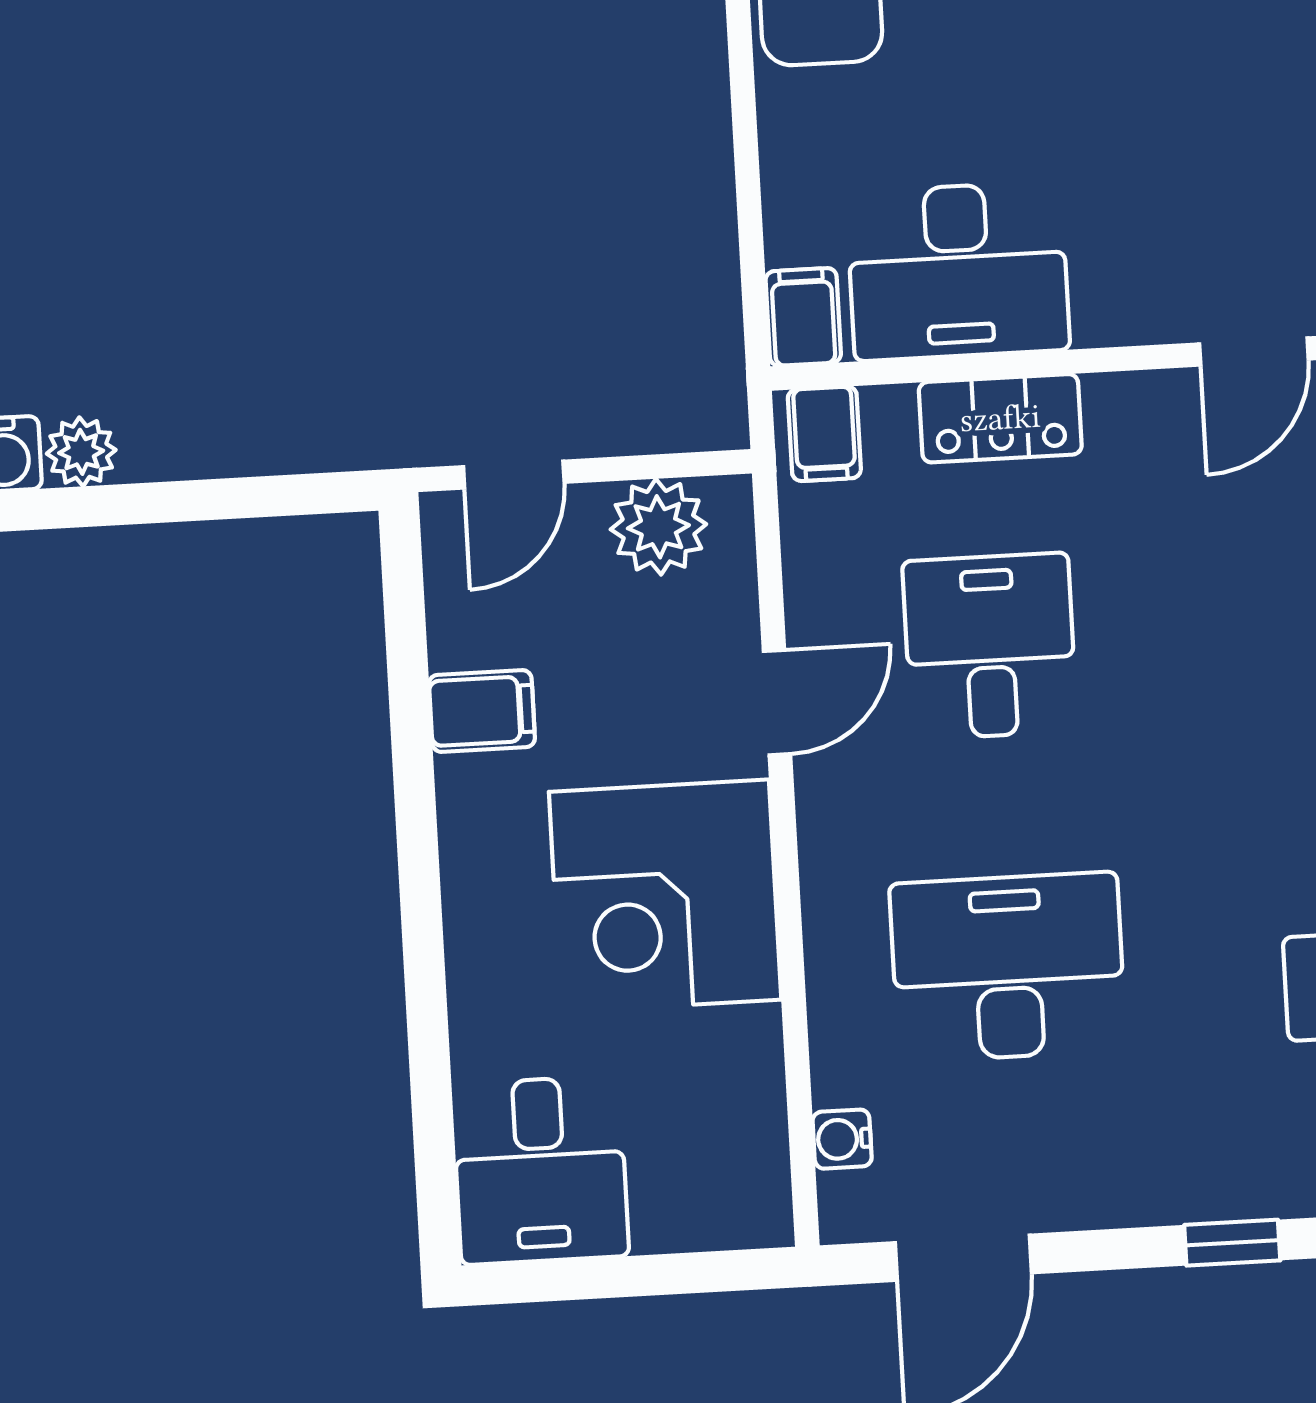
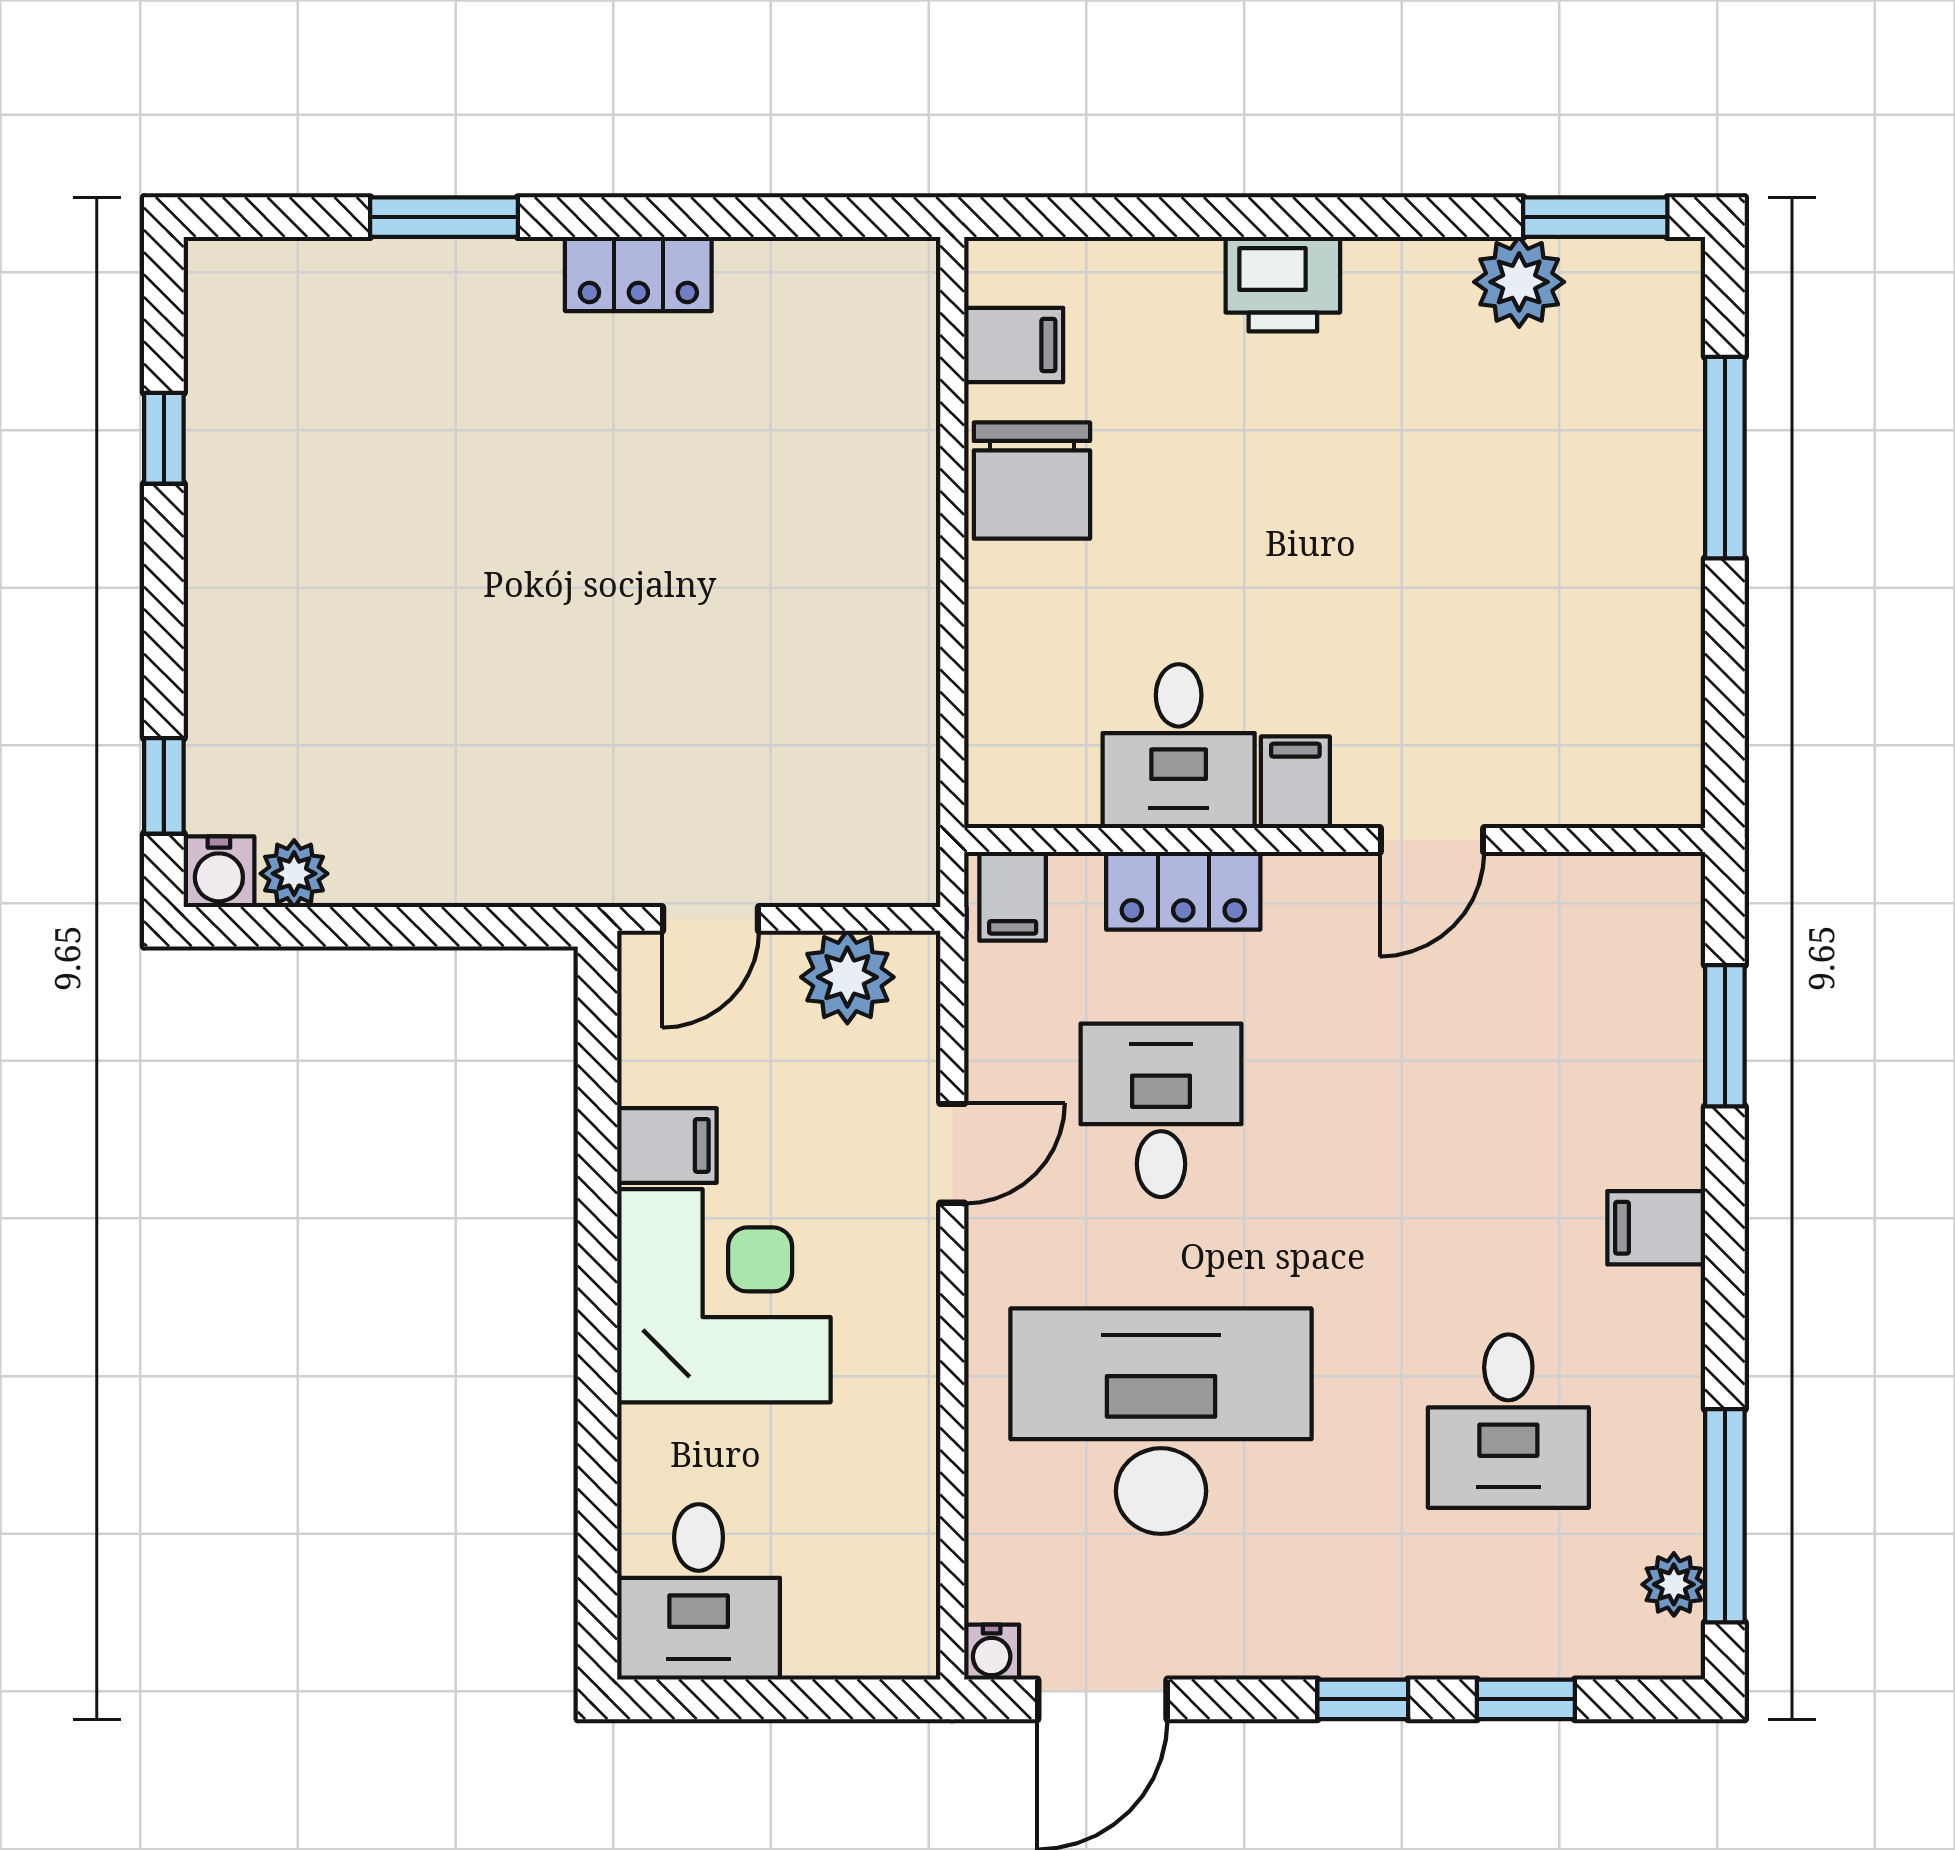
desk: (958, 271) -> (1179, 746), width x0.73
filing cabinet: (803, 317) -> (1295, 782), moved
corner desk: (665, 896) -> (724, 1296), moved, turned 180
desk: (1008, 967) -> (1161, 1421), width x1.36, depth x1.30
water cooler: (842, 1139) -> (992, 1652), moved, turned -90

